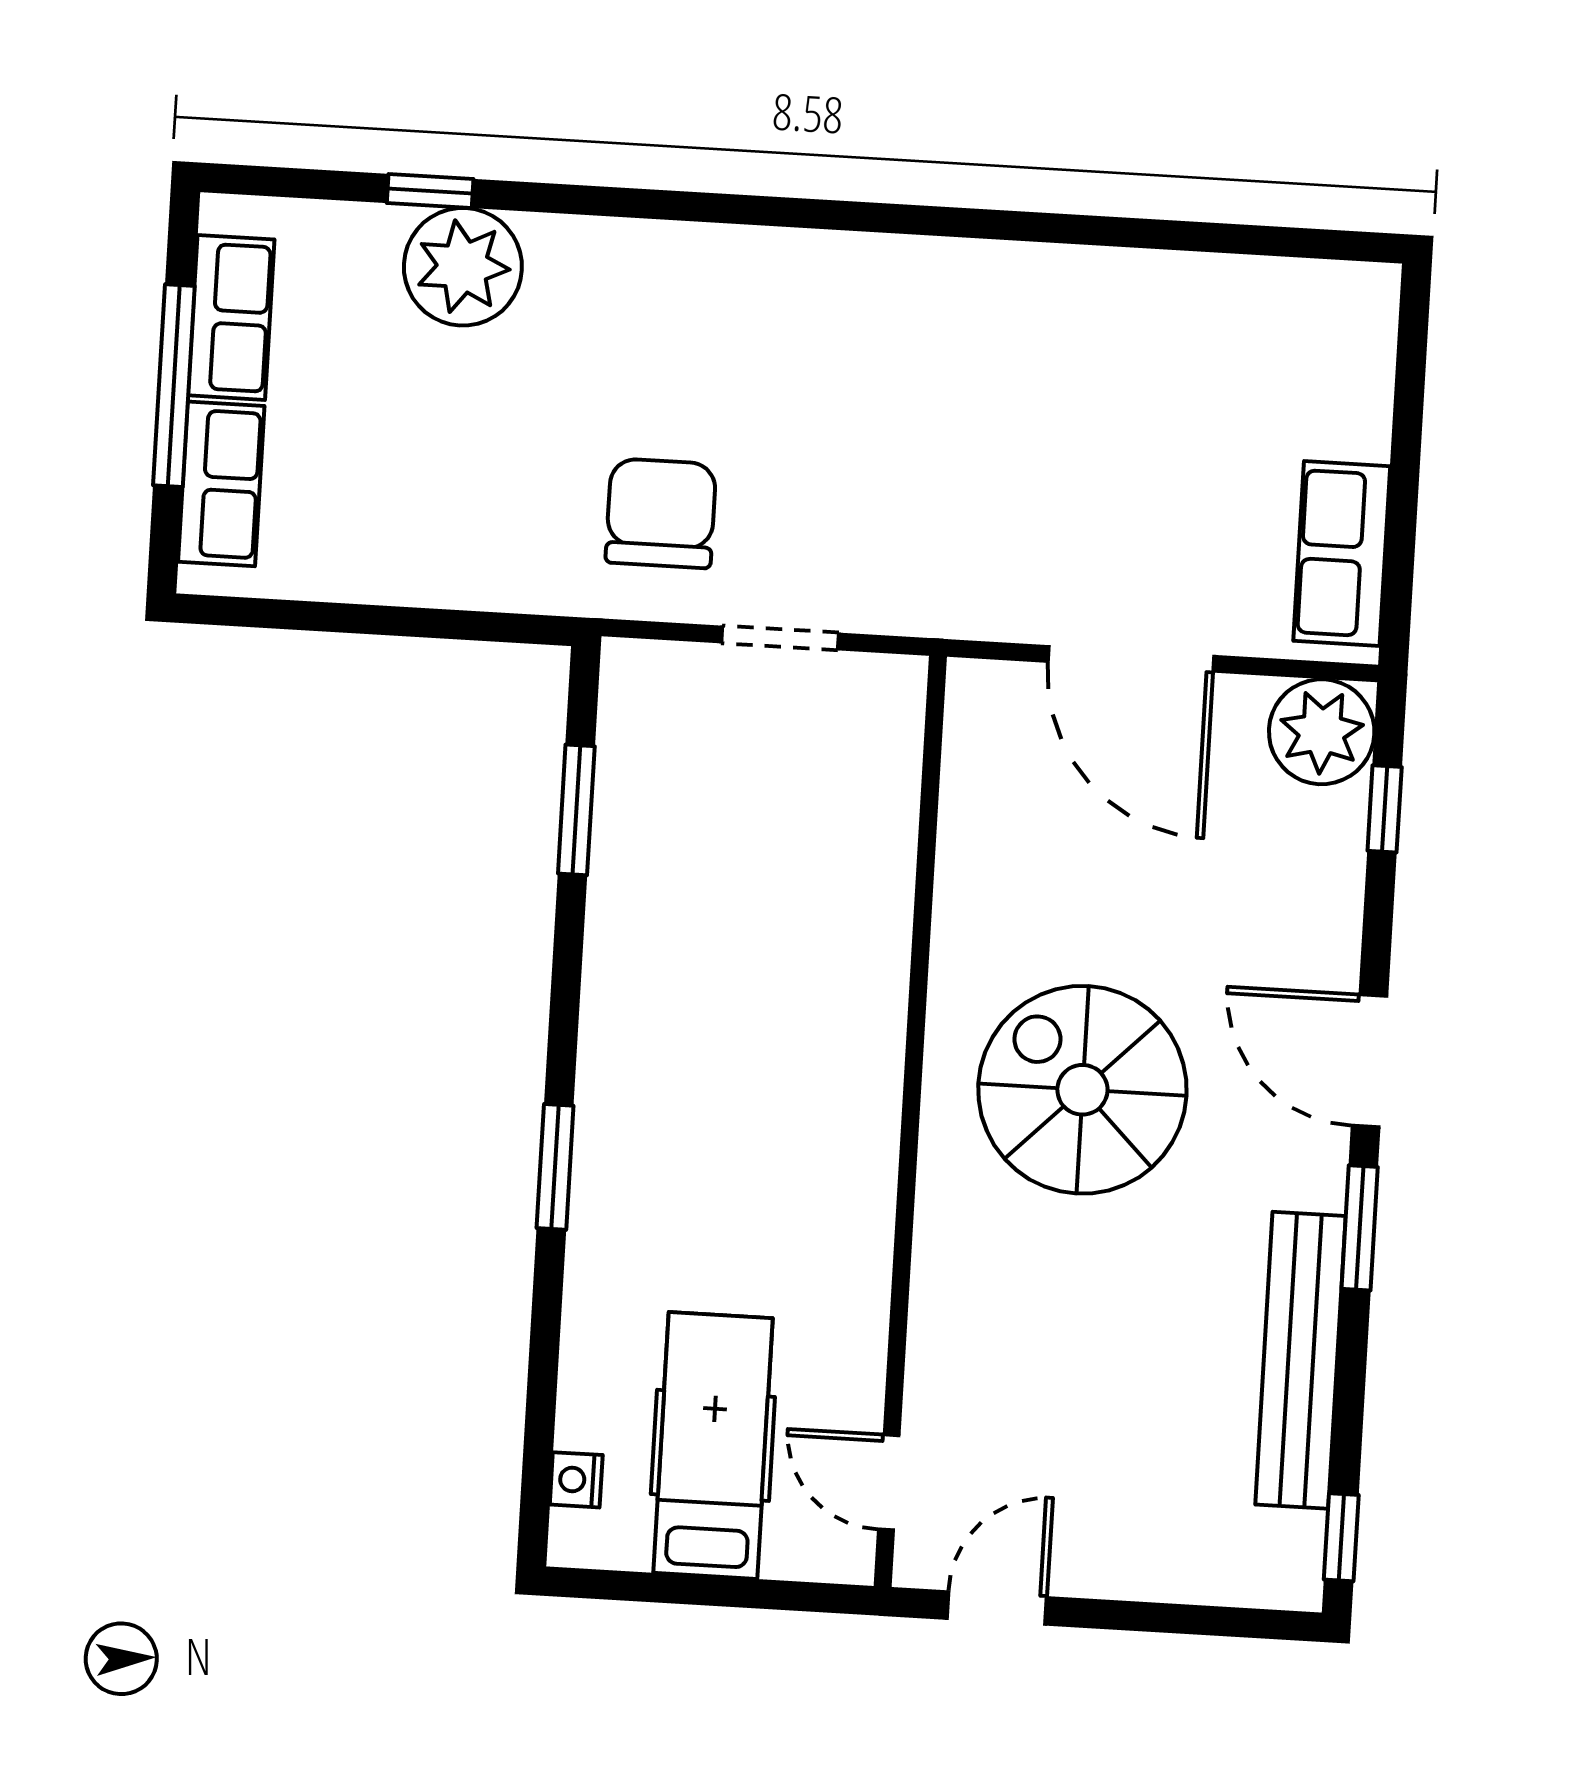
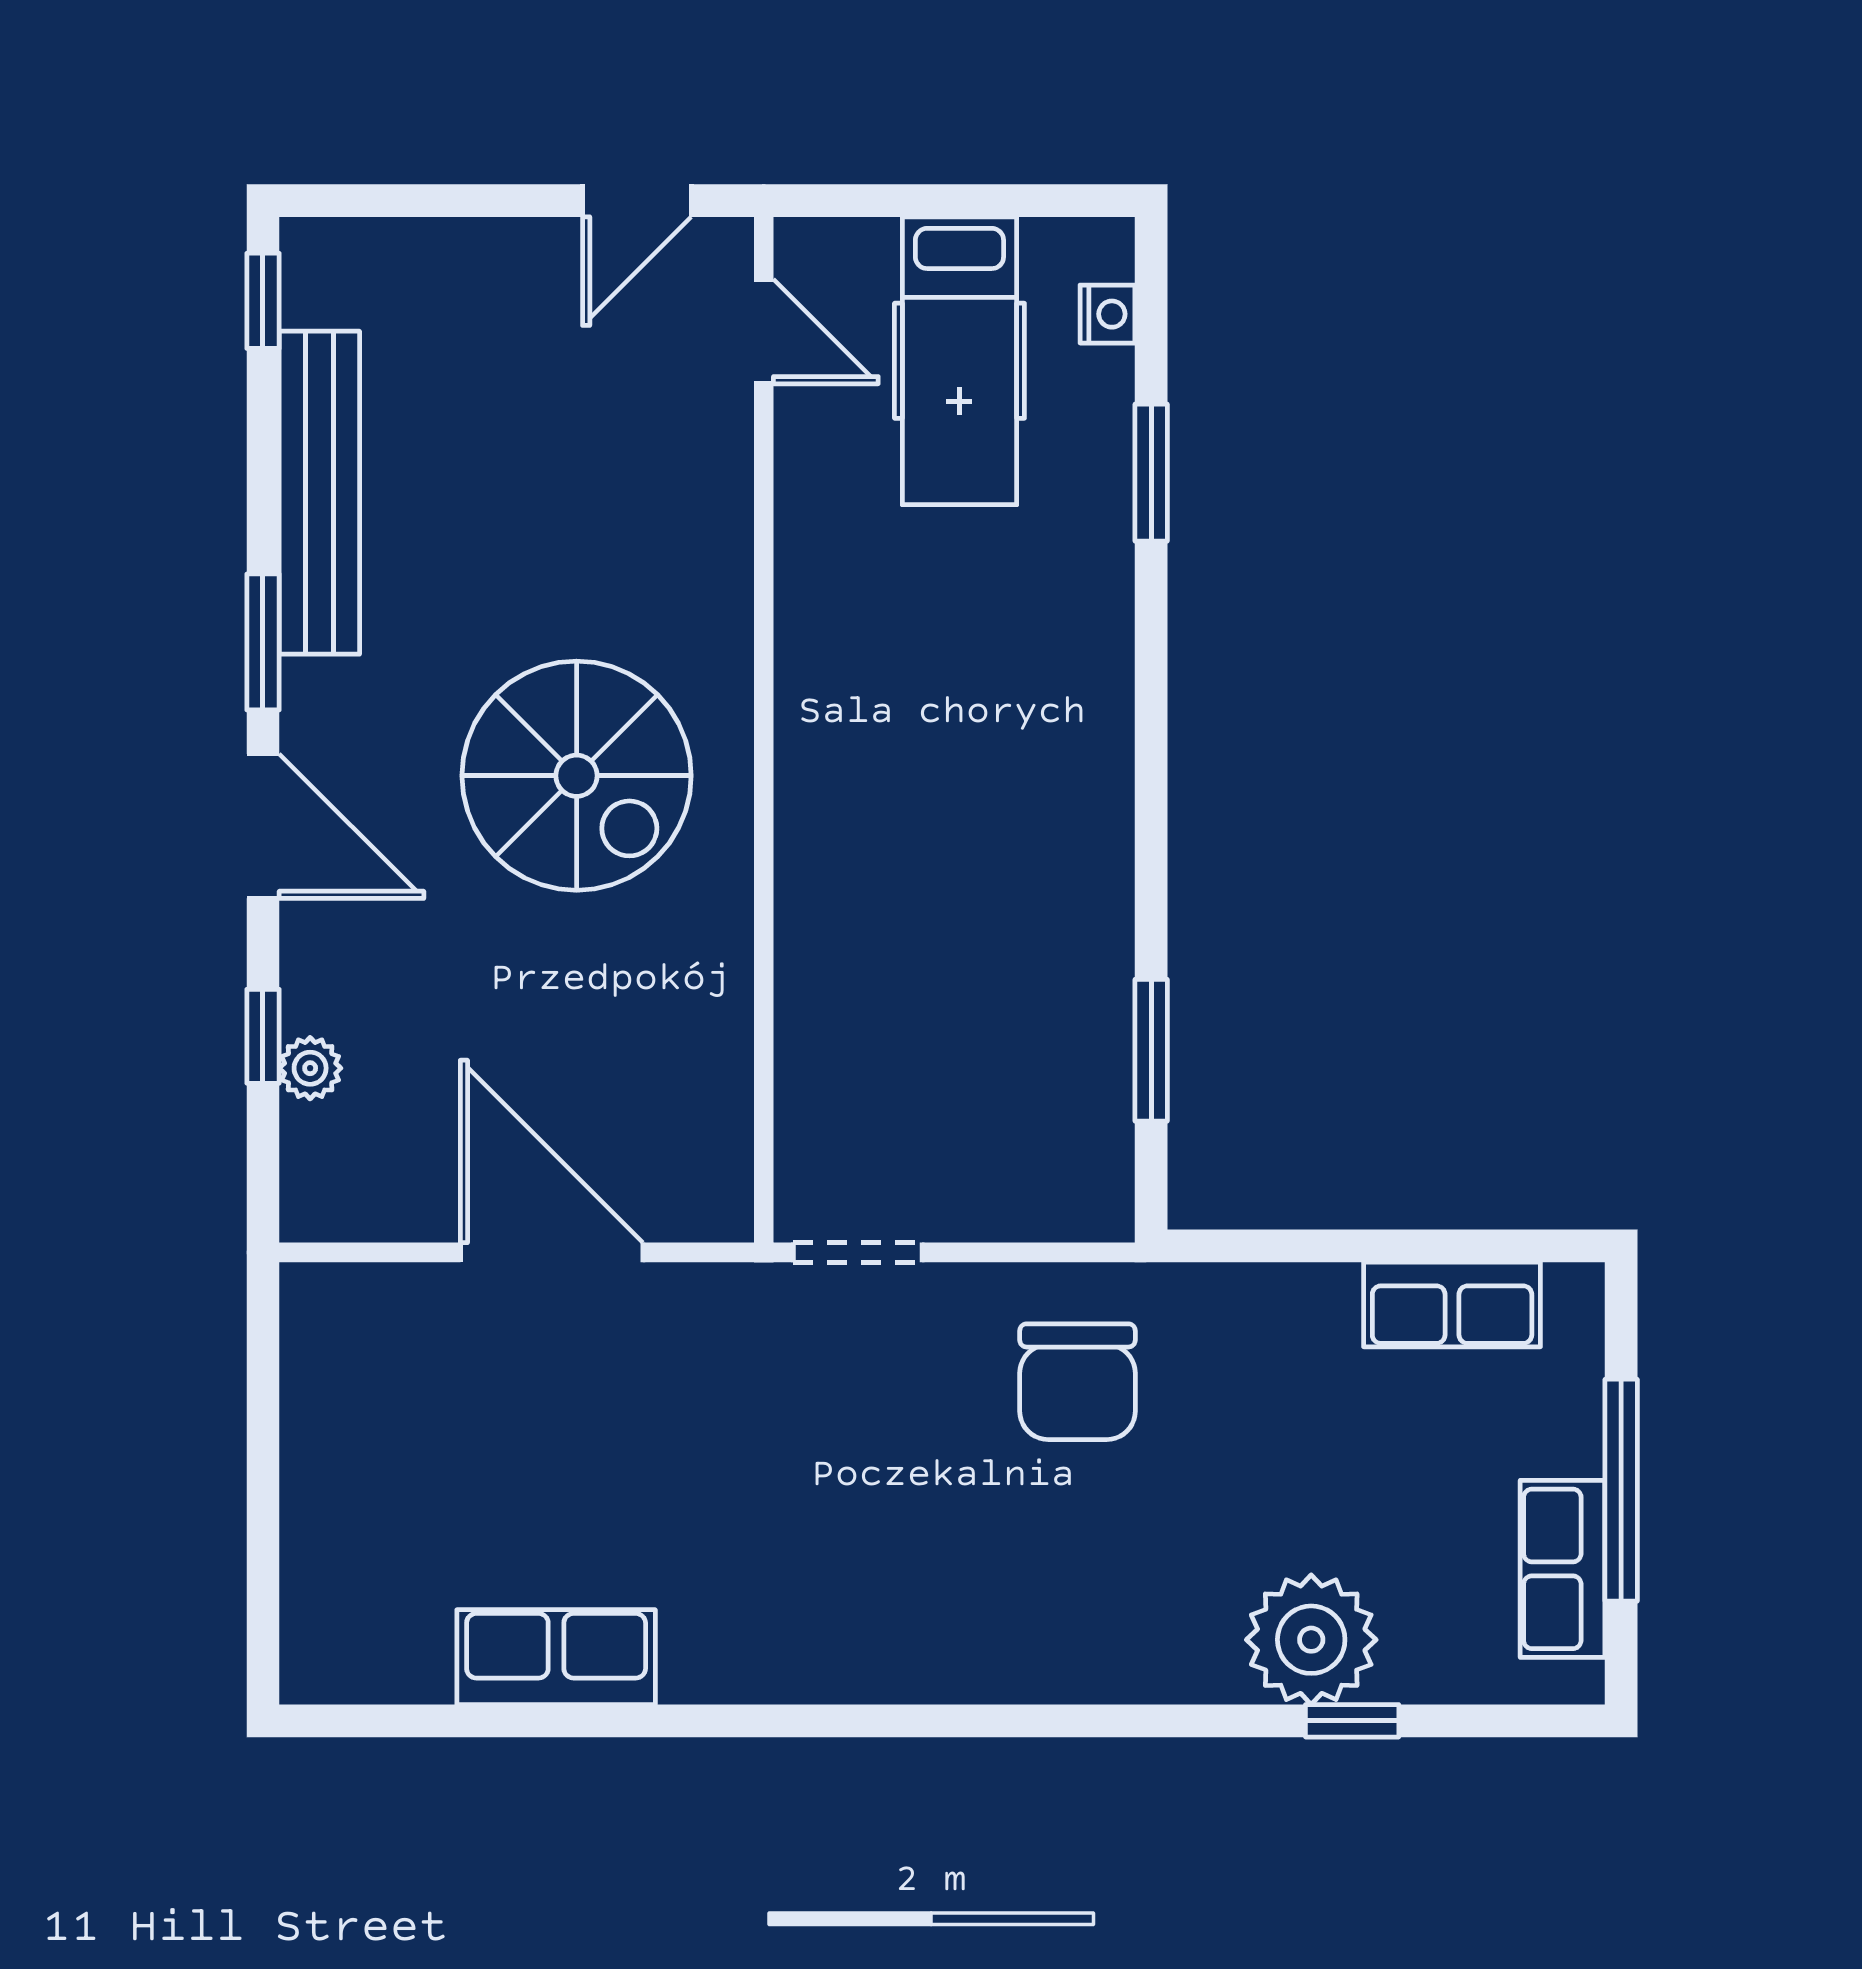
row of seats: (221, 484) -> (1452, 1304), moved, turned -90
row of seats: (1342, 554) -> (556, 1657), moved, turned -90
doorway: (780, 638) -> (858, 1252), moved
plant: (1322, 732) -> (310, 1068), moved, width x0.53, depth x0.53
window: (1385, 809) -> (263, 1036), moved
window: (555, 1167) -> (1151, 473), moved

